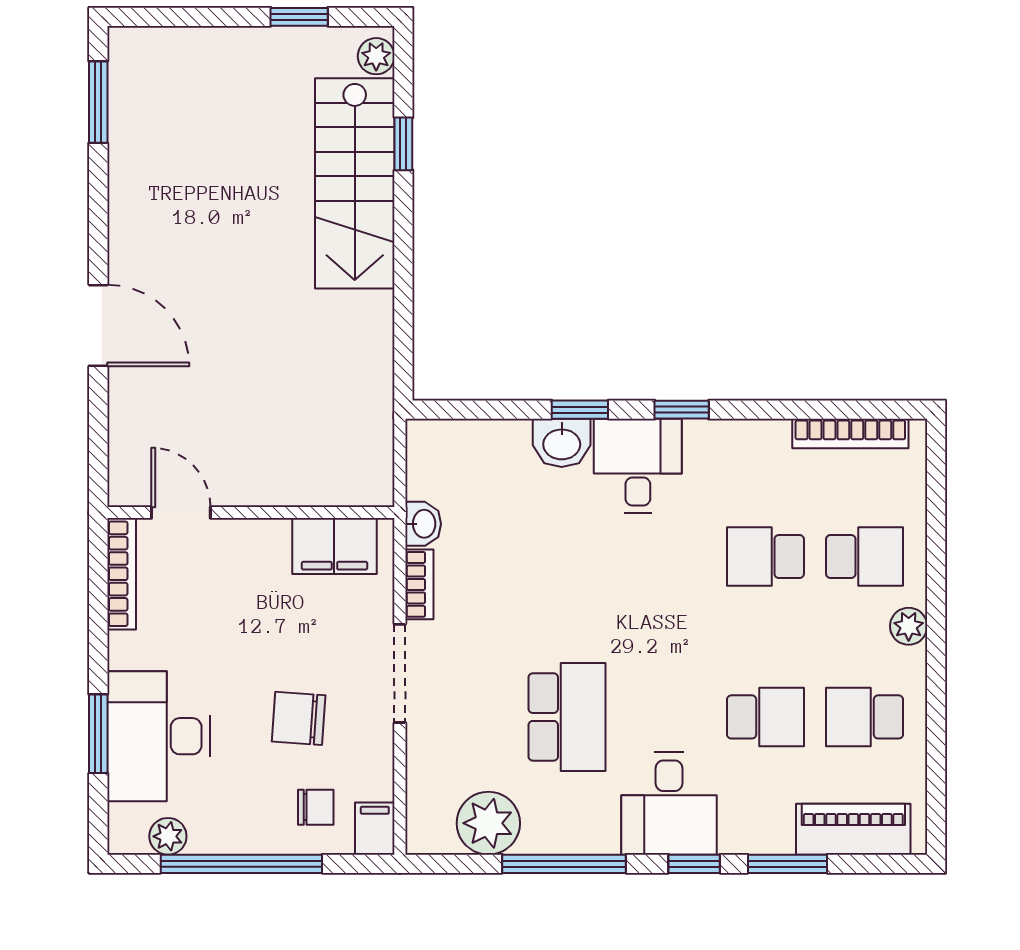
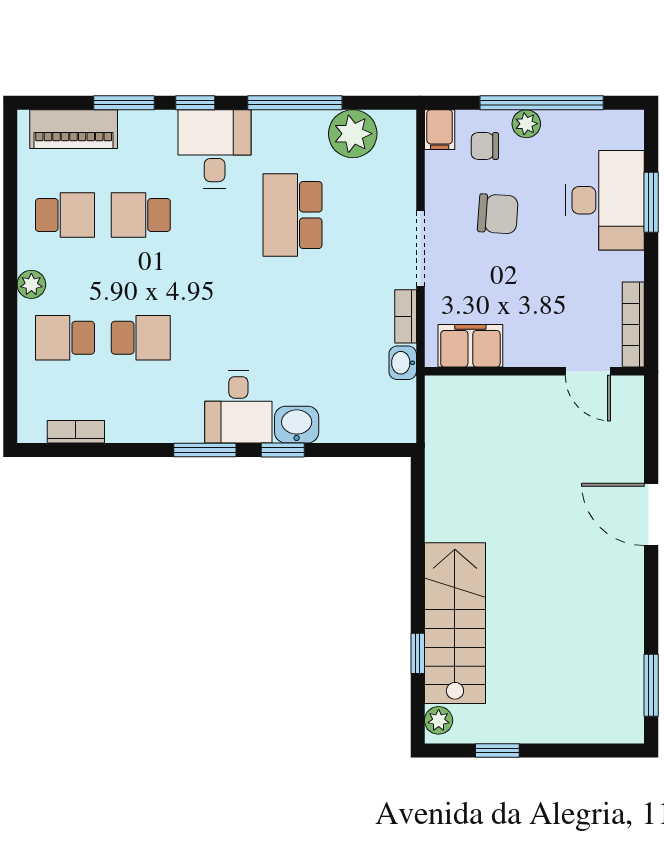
window: (682, 410) -> (205, 450), width x1.50
bookcase: (850, 434) -> (76, 432), width x0.64
plant: (168, 836) -> (526, 124), moved

